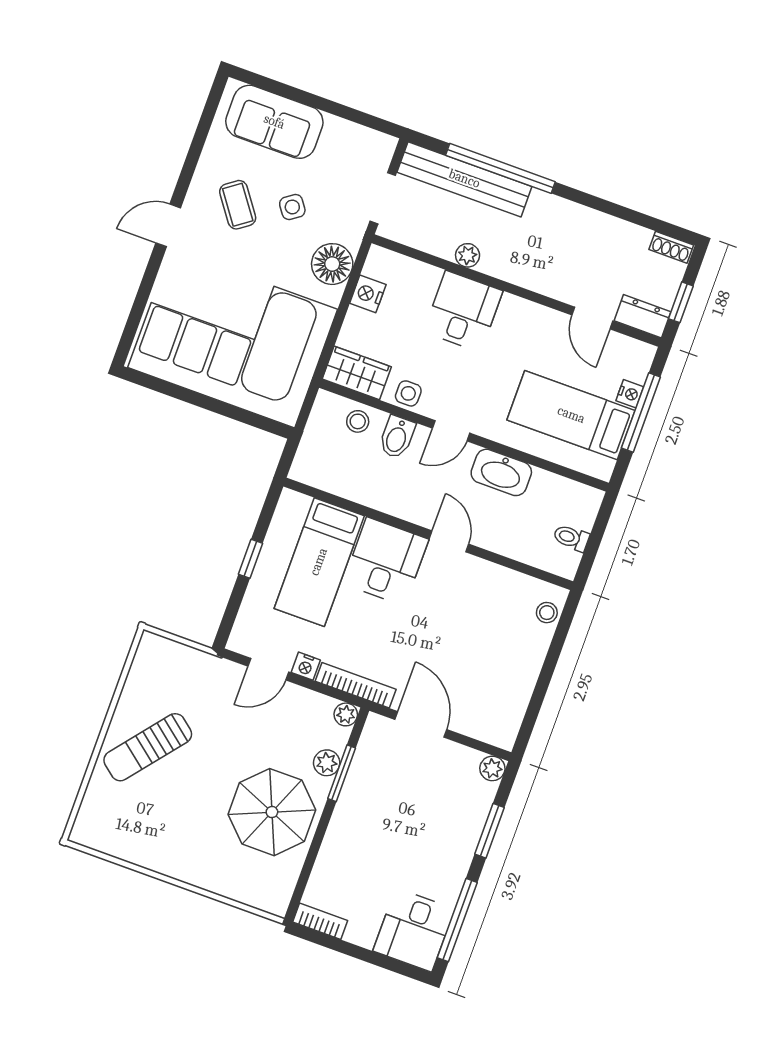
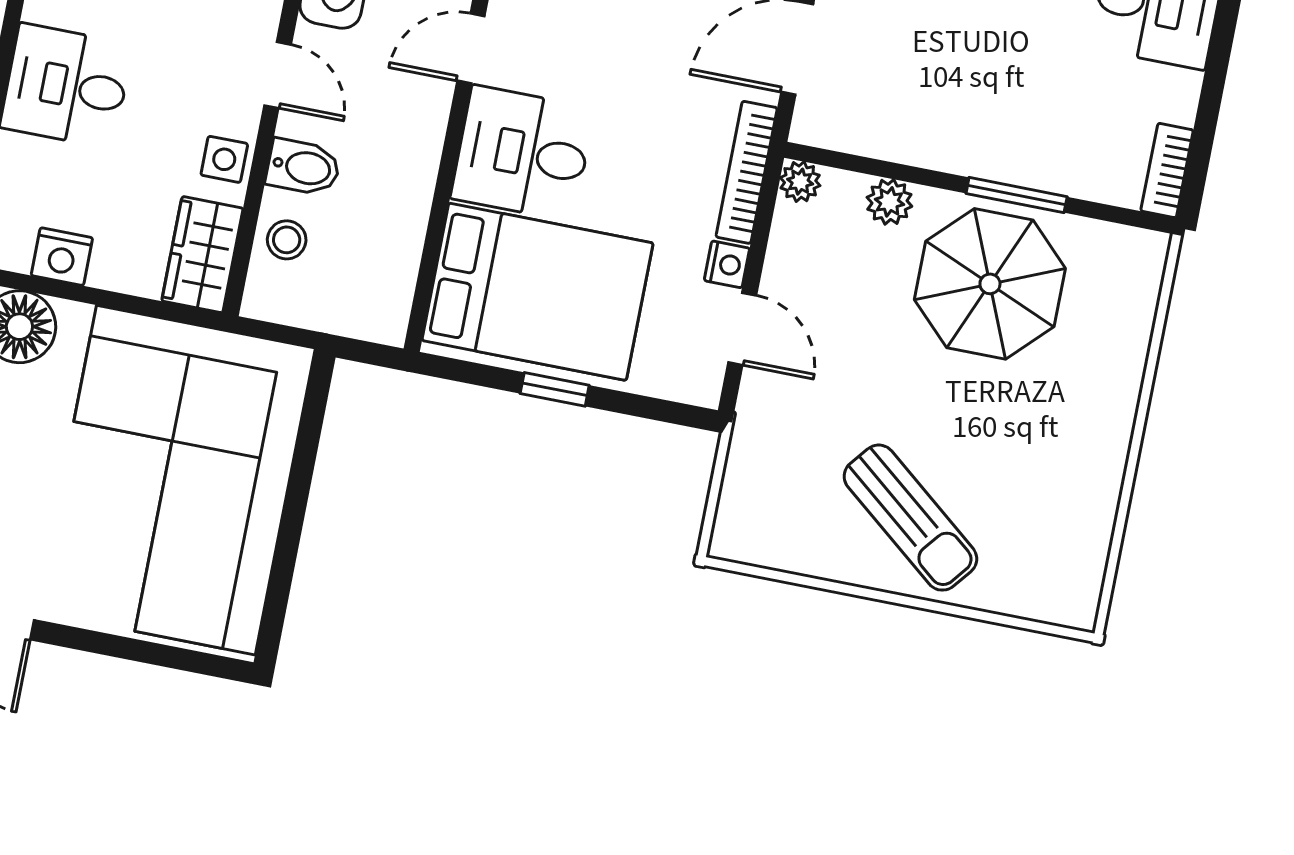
bed: (319, 562) -> (538, 292), width x1.50
window: (342, 773) -> (1017, 195), moved

